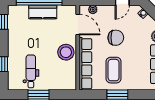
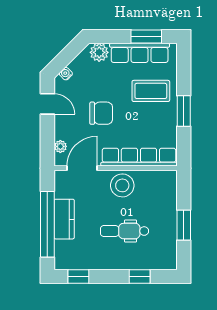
chair: (116, 38) -> (101, 113), turned 90
coffee table: (114, 70) -> (151, 91), moved
dental chair: (31, 71) -> (125, 231), moved

